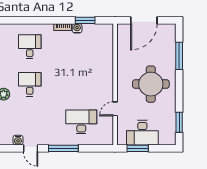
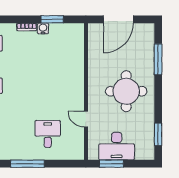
door: (115, 109) -> (86, 119), hinge flipped
desk: (81, 122) -> (48, 134), width x0.73

